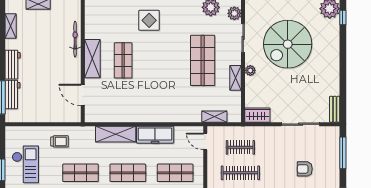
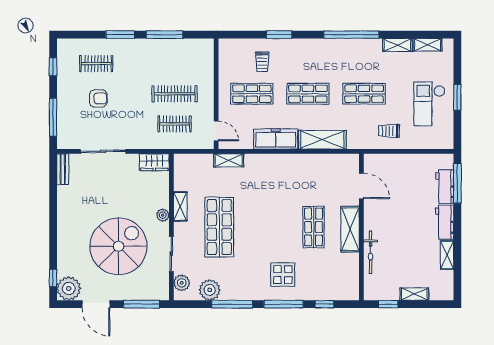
shelving: (11, 26) -> (447, 255), moved
shelving: (214, 117) -> (229, 160), moved

